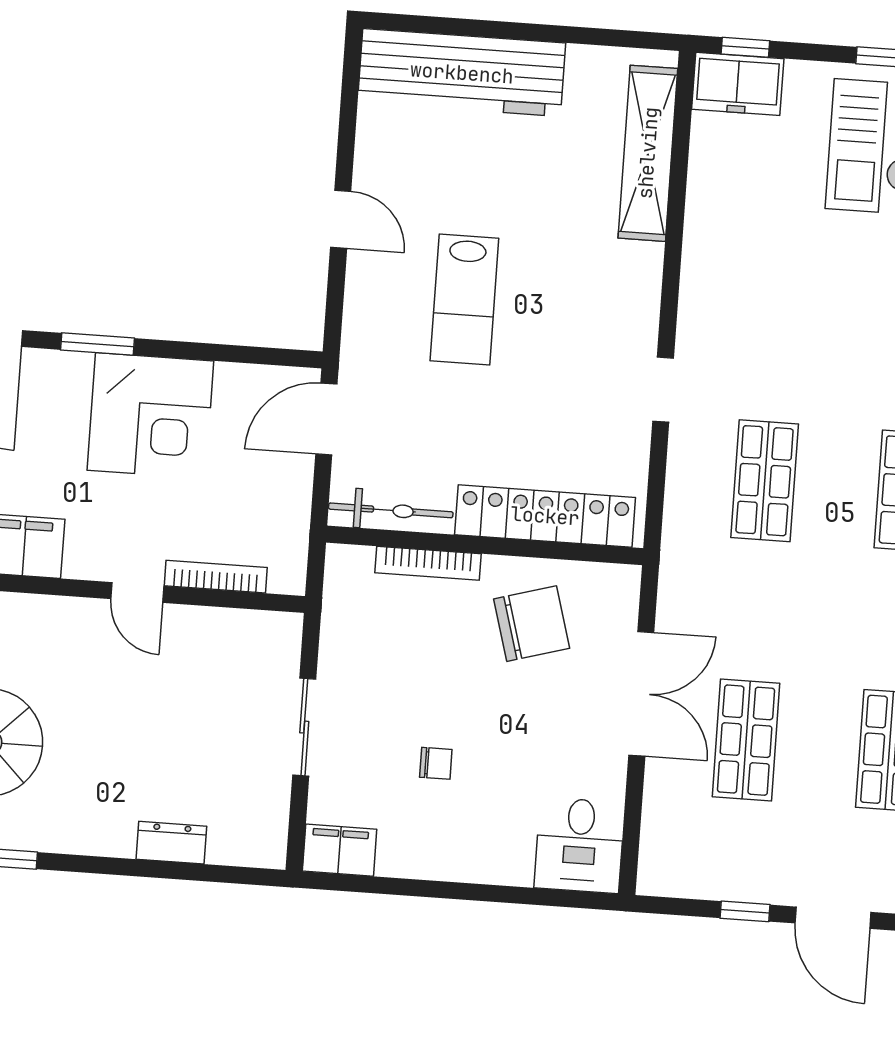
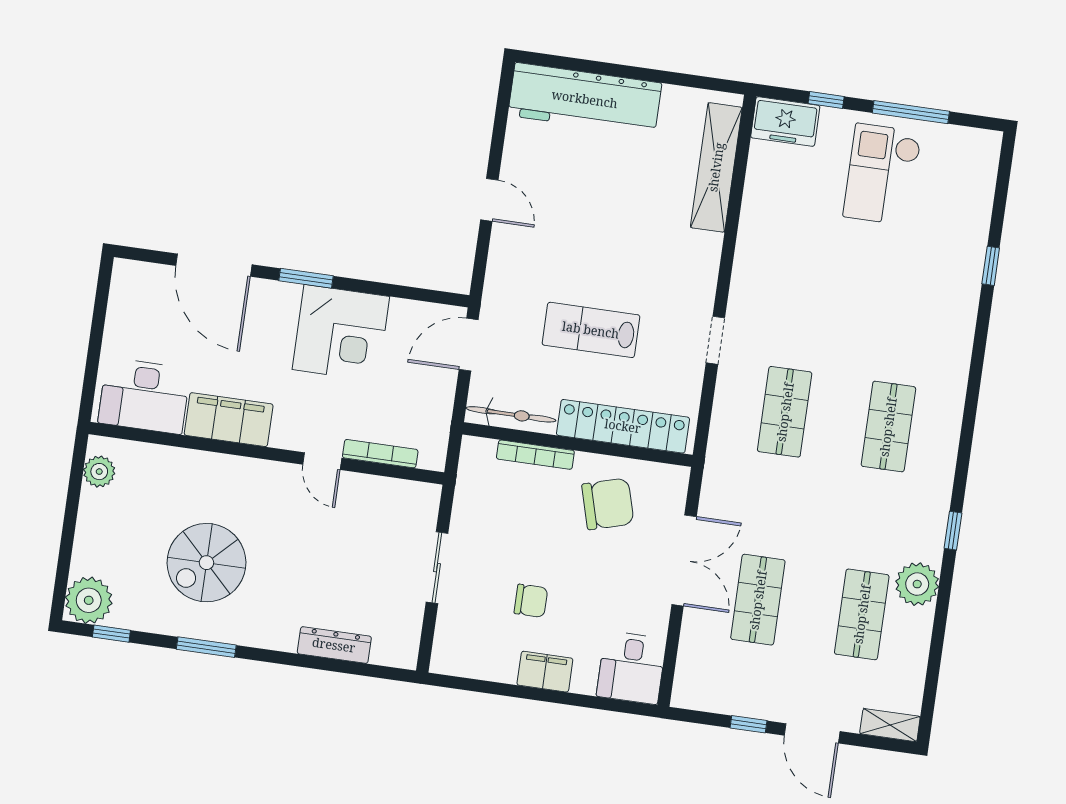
window: (745, 47) -> (826, 100), moved
lab bench: (464, 300) -> (591, 330), moved, turned 90
chair: (436, 763) -> (531, 601), width x1.37, depth x1.37
dresser: (171, 843) -> (334, 645), width x1.44
filing cabinet: (340, 850) -> (545, 672), moved

